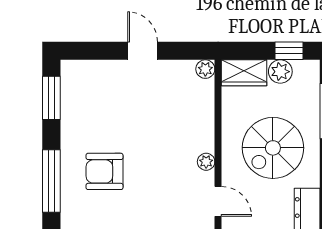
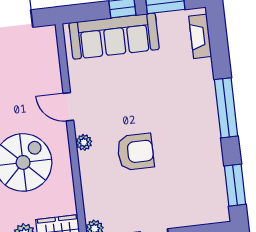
armchair: (105, 171) -> (136, 152), moved

